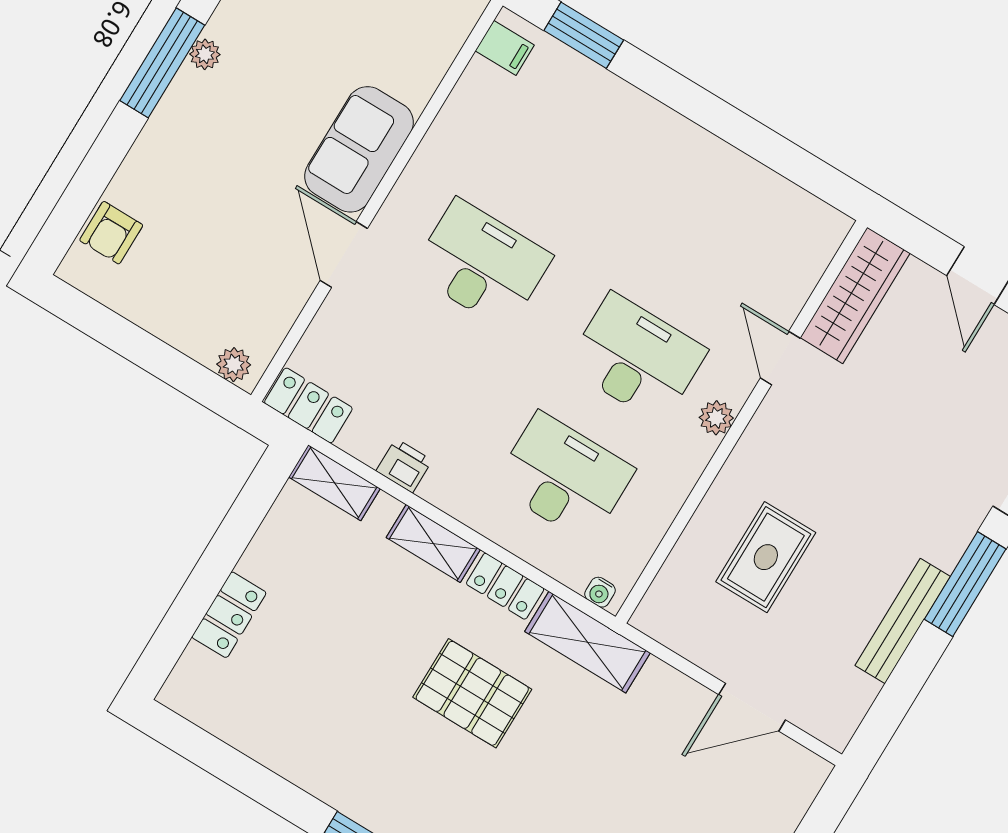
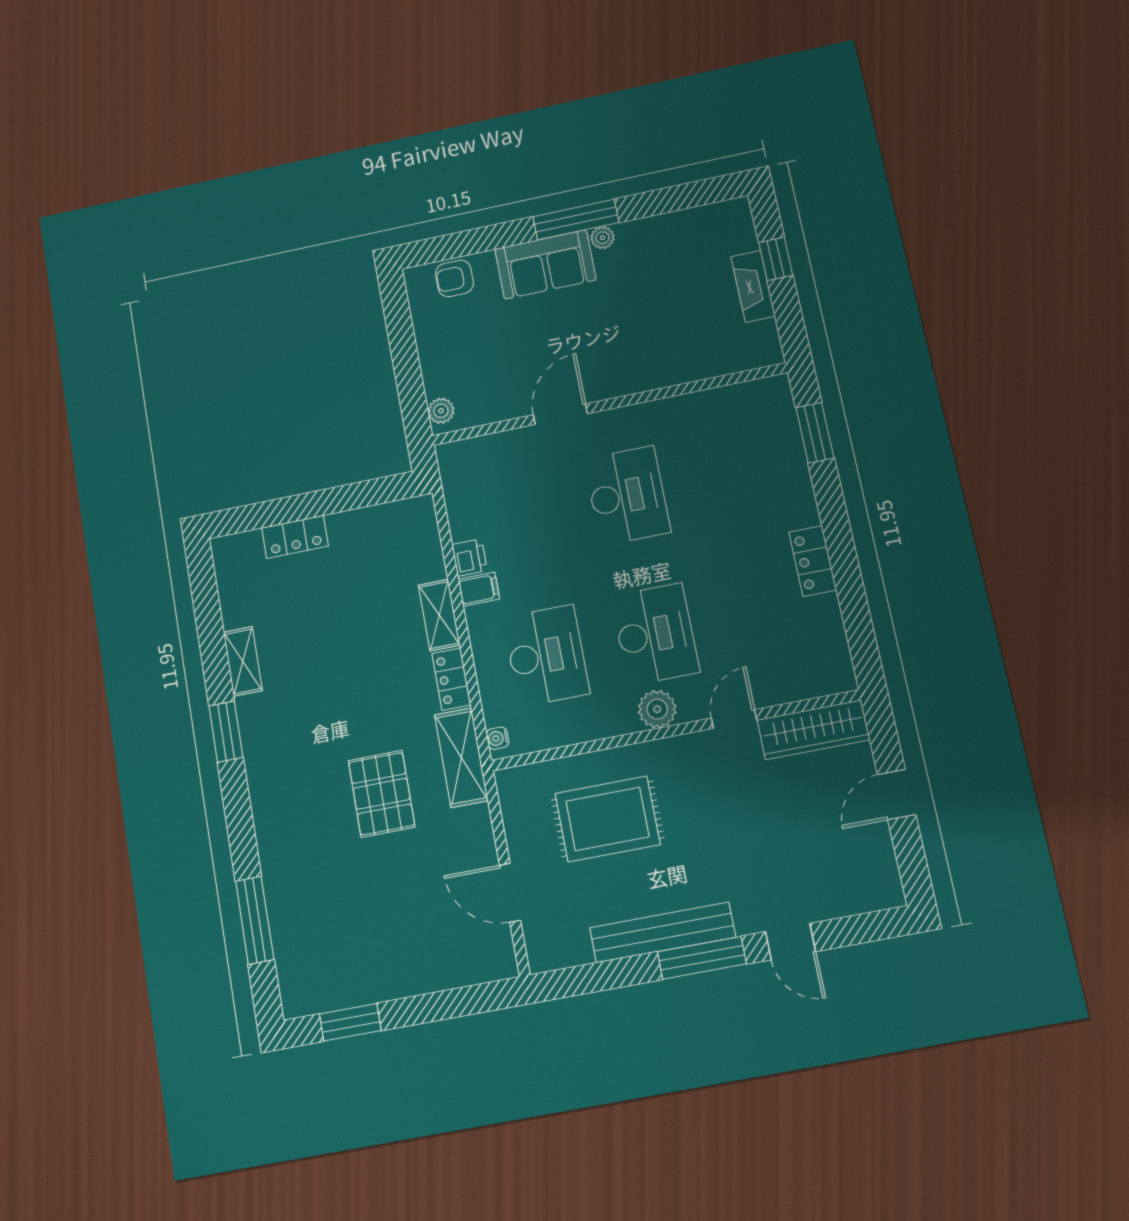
filing cabinet: (505, 48) -> (479, 589), moved, turned -90
sofa: (359, 149) -> (545, 265), moved, turned 180
locker: (308, 405) -> (813, 561), moved, turned 180
plant: (716, 418) -> (657, 709), width x1.38, depth x1.38
shelving: (334, 483) -> (243, 661), moved
rug: (766, 557) -> (607, 819), width x1.36, depth x1.43
bench: (903, 621) -> (662, 932), width x1.37, depth x1.21
pallet: (472, 693) -> (382, 794), moved

